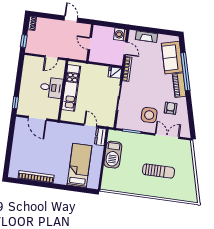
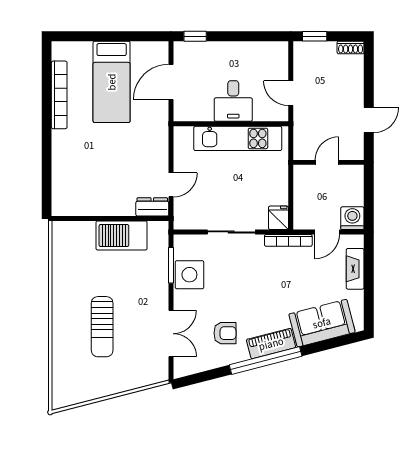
window: (185, 72) -> (266, 361), moved
side table: (149, 115) -> (189, 275), moved
bed: (80, 165) -> (112, 82), moved, turned 90

